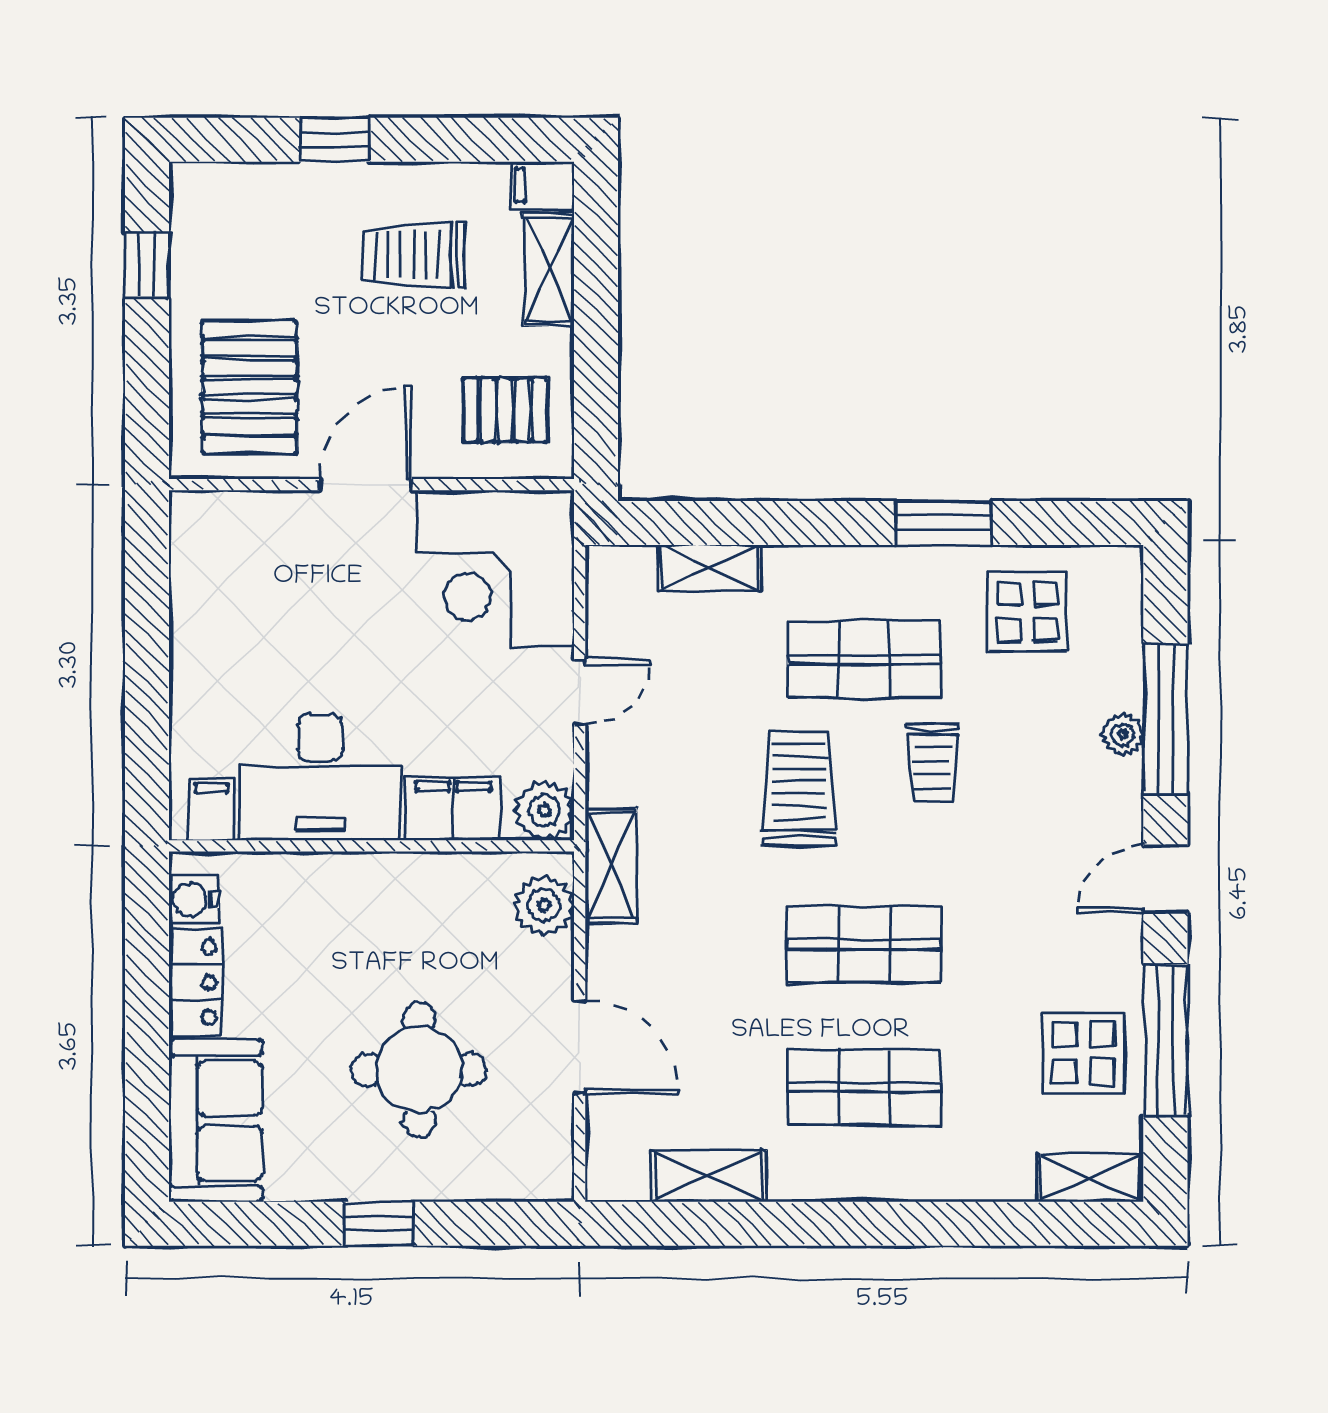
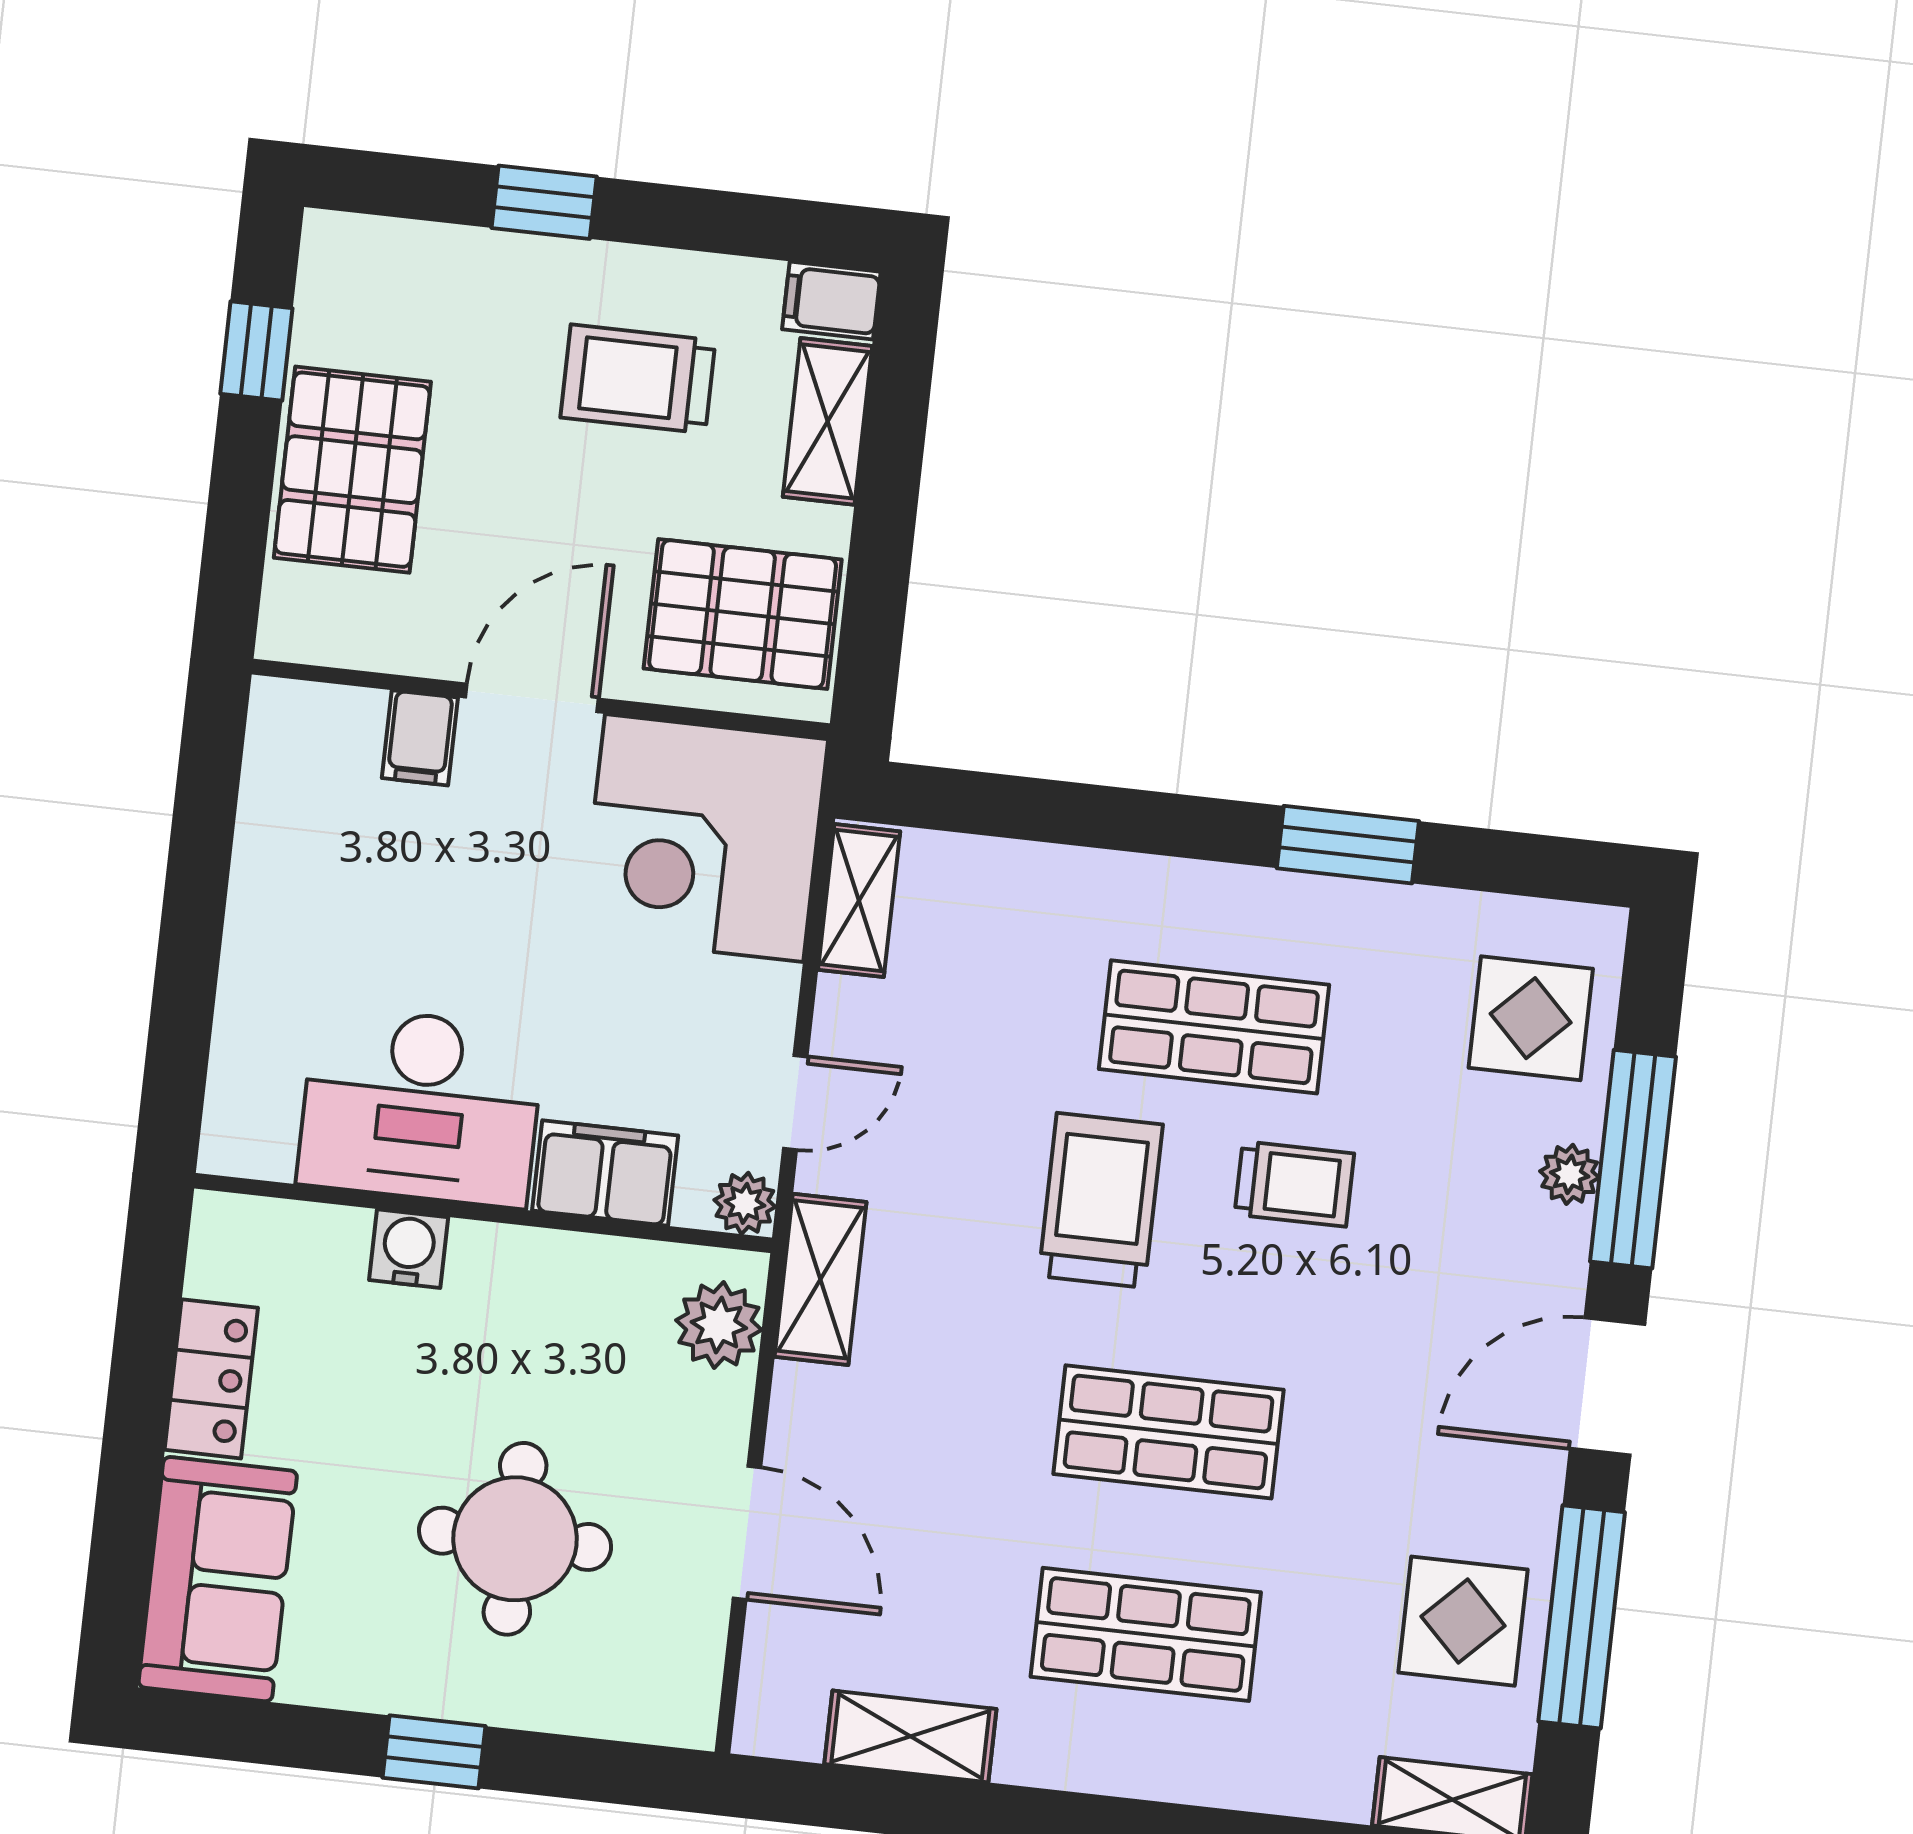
pallet: (249, 387) -> (352, 470), moved
pallet: (505, 410) -> (743, 614), width x1.50, depth x1.42
shelving: (710, 568) -> (859, 901), moved, turned 90
display table: (1027, 612) -> (1531, 1018), moved
door: (580, 692) -> (795, 1102), moved
trolley: (932, 763) -> (1294, 1184), turned -90
filing cabinet: (211, 810) -> (420, 738), moved, turned 180
plant: (544, 811) -> (745, 1203), width x0.73, depth x0.73
door: (1165, 879) -> (1607, 1387), width x1.38
water cooler: (194, 900) -> (409, 1249), moved, turned 90

